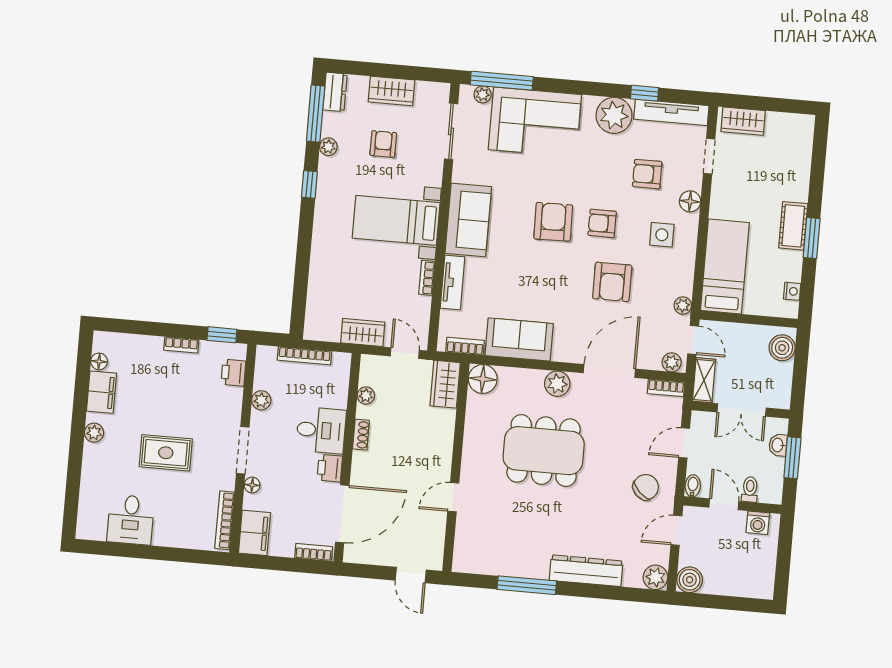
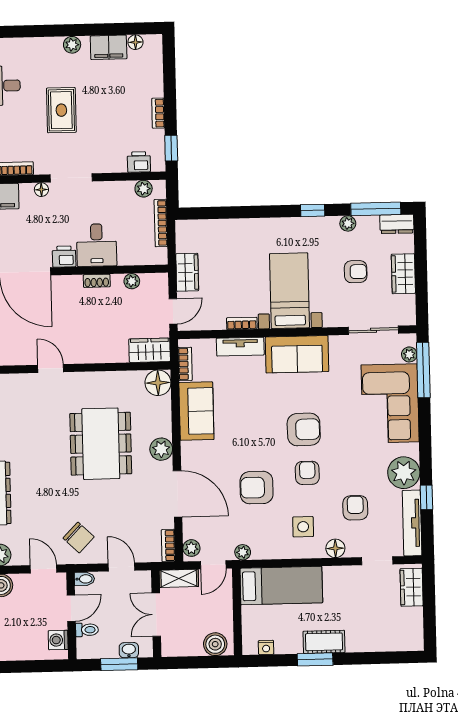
plant: (261, 400) -> (144, 189), moved

